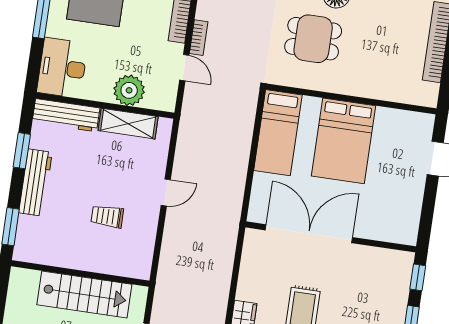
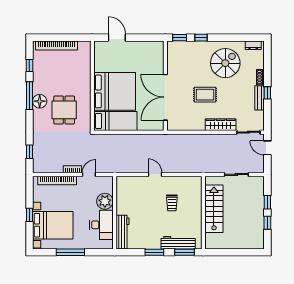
desk: (62, 68) -> (102, 225), moved, turned -90
shelving: (128, 124) -> (122, 199), removed
bed: (344, 141) -> (115, 91), width x1.36
window: (22, 151) -> (154, 252), moved
workbench: (35, 183) -> (178, 243), moved

